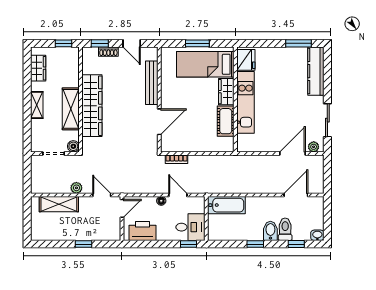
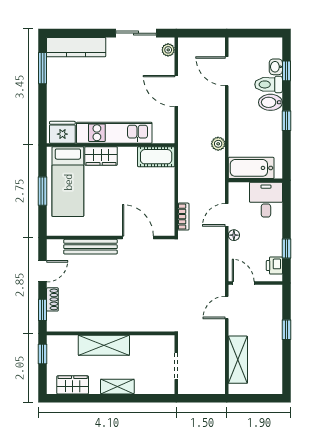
wardrobe: (92, 106) -> (118, 320), removed
shelving: (71, 109) -> (104, 345), moved
cot: (226, 121) -> (156, 157), moved
boiler: (73, 146) -> (168, 342), removed
door: (292, 153) -> (176, 91), moved
plant: (76, 188) -> (218, 144), moved
bathtub: (226, 205) -> (251, 168), moved, turned -90
printer: (142, 231) -> (274, 266), width x0.53, depth x0.68
washbasin: (317, 235) -> (276, 67), moved
window: (189, 244) -> (286, 248), moved

